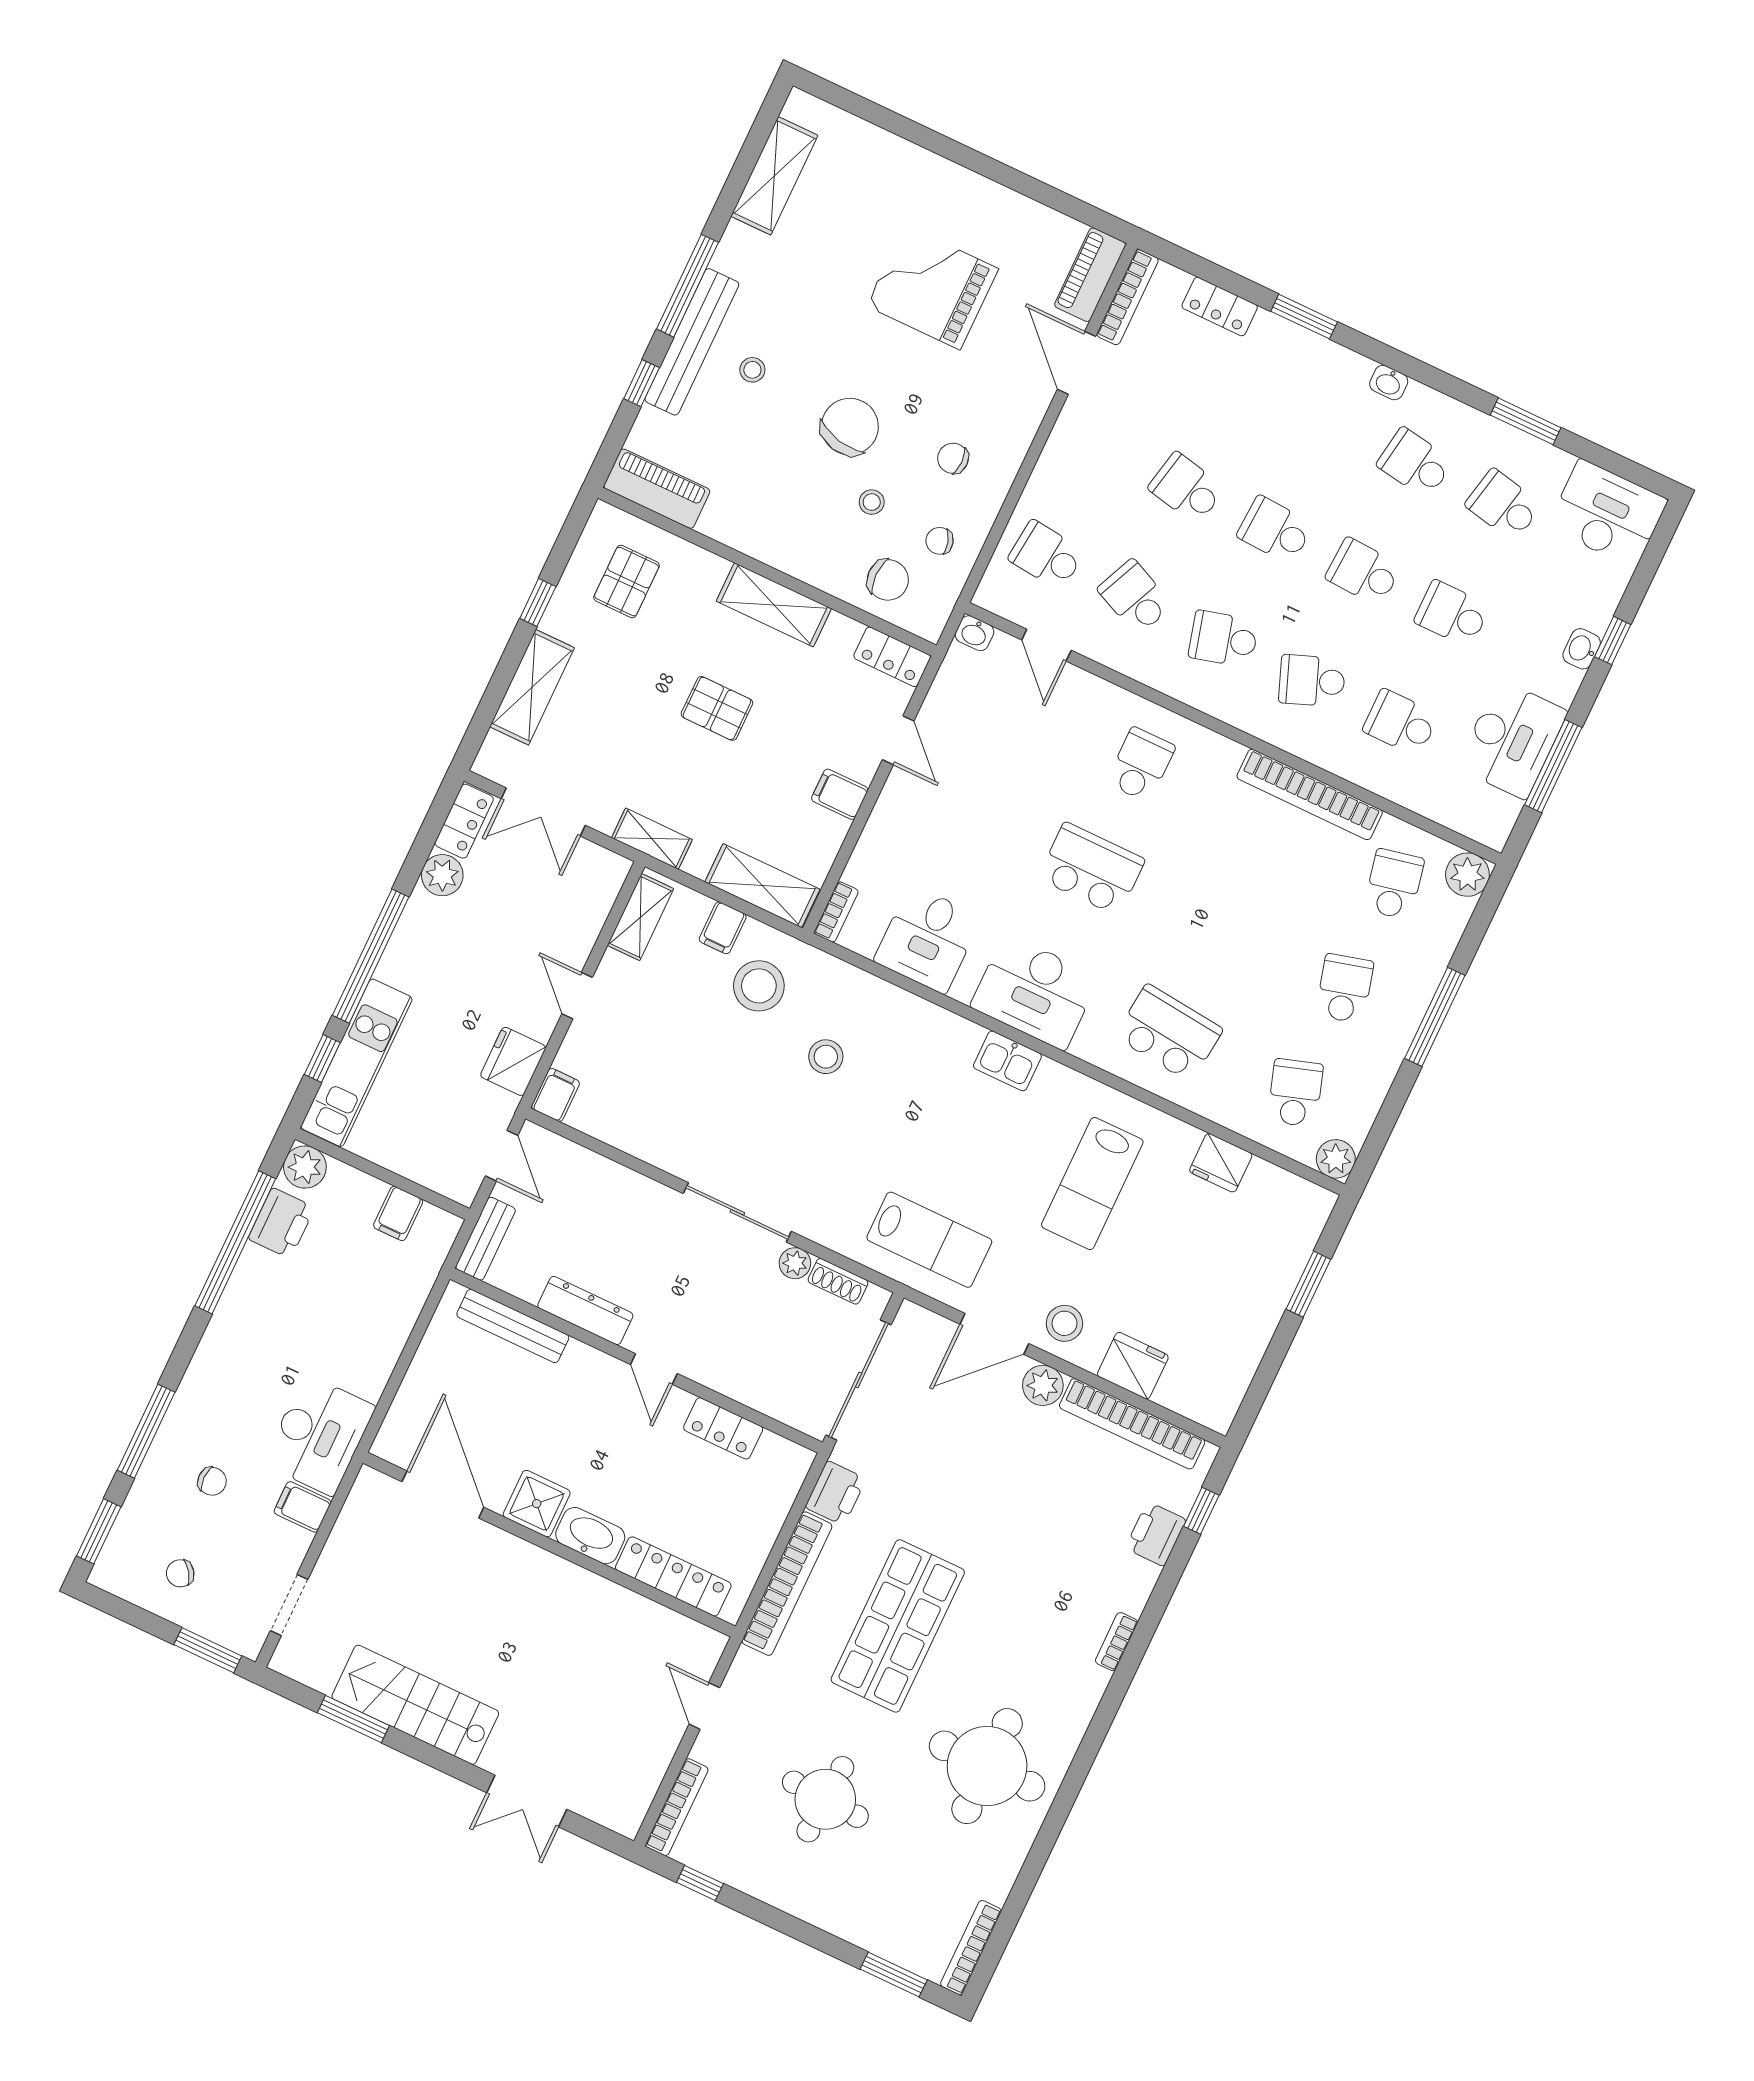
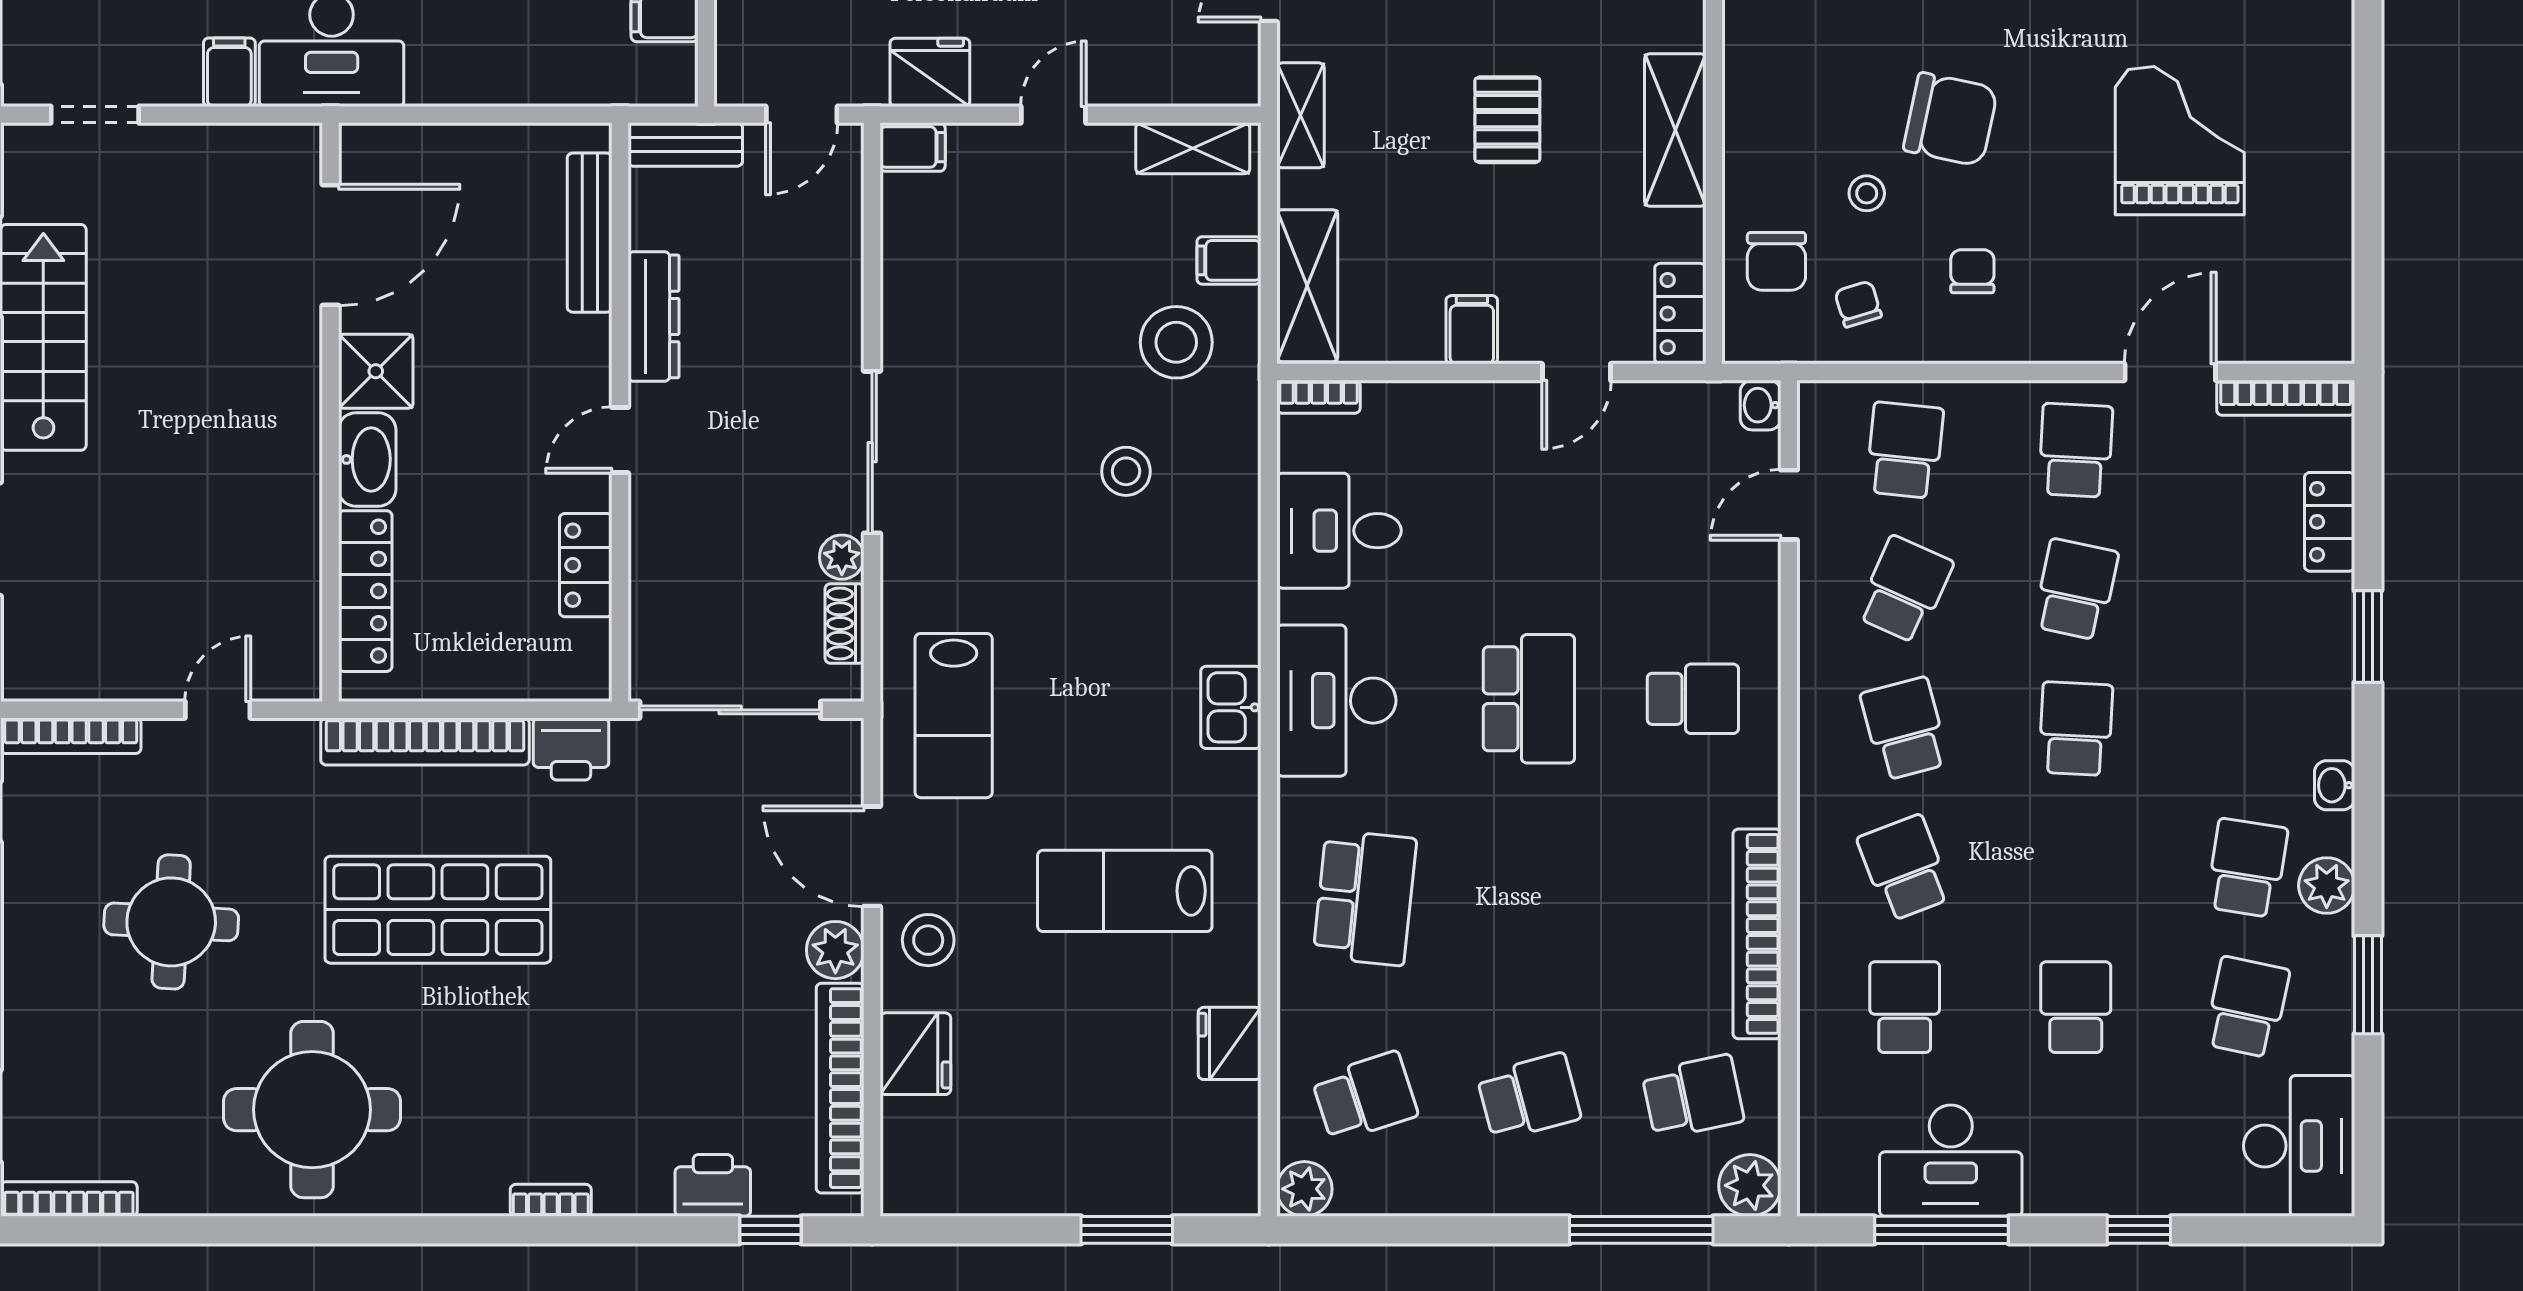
piano: (1090, 275) -> (2292, 336), removed
plant: (1450, 418) -> (2327, 886), added
school desk: (1363, 572) -> (2076, 450), moved
washbasin: (1582, 649) -> (2109, 1195), removed
window: (1435, 1017) -> (1641, 1230), moved

